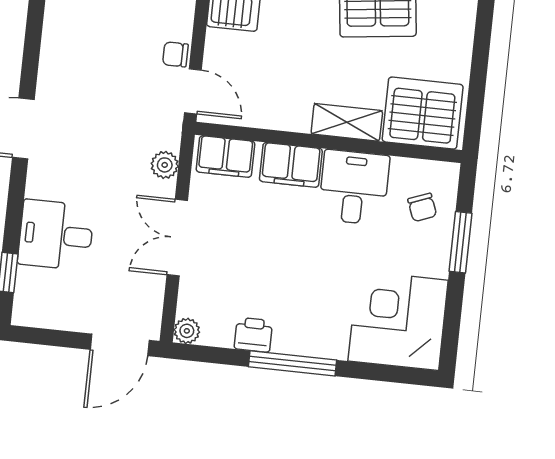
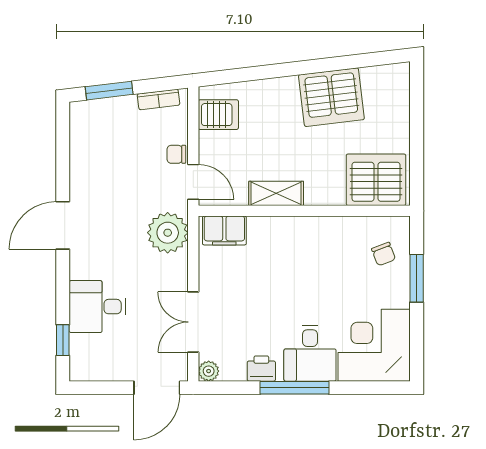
shelving: (347, 122) -> (276, 193), moved
plant: (165, 165) -> (168, 233), width x1.87, depth x1.87
filing cabinet: (291, 165) -> (277, 232), removed
desk: (354, 187) -> (310, 353), moved, turned 180
double door: (177, 238) -> (193, 322), moved

